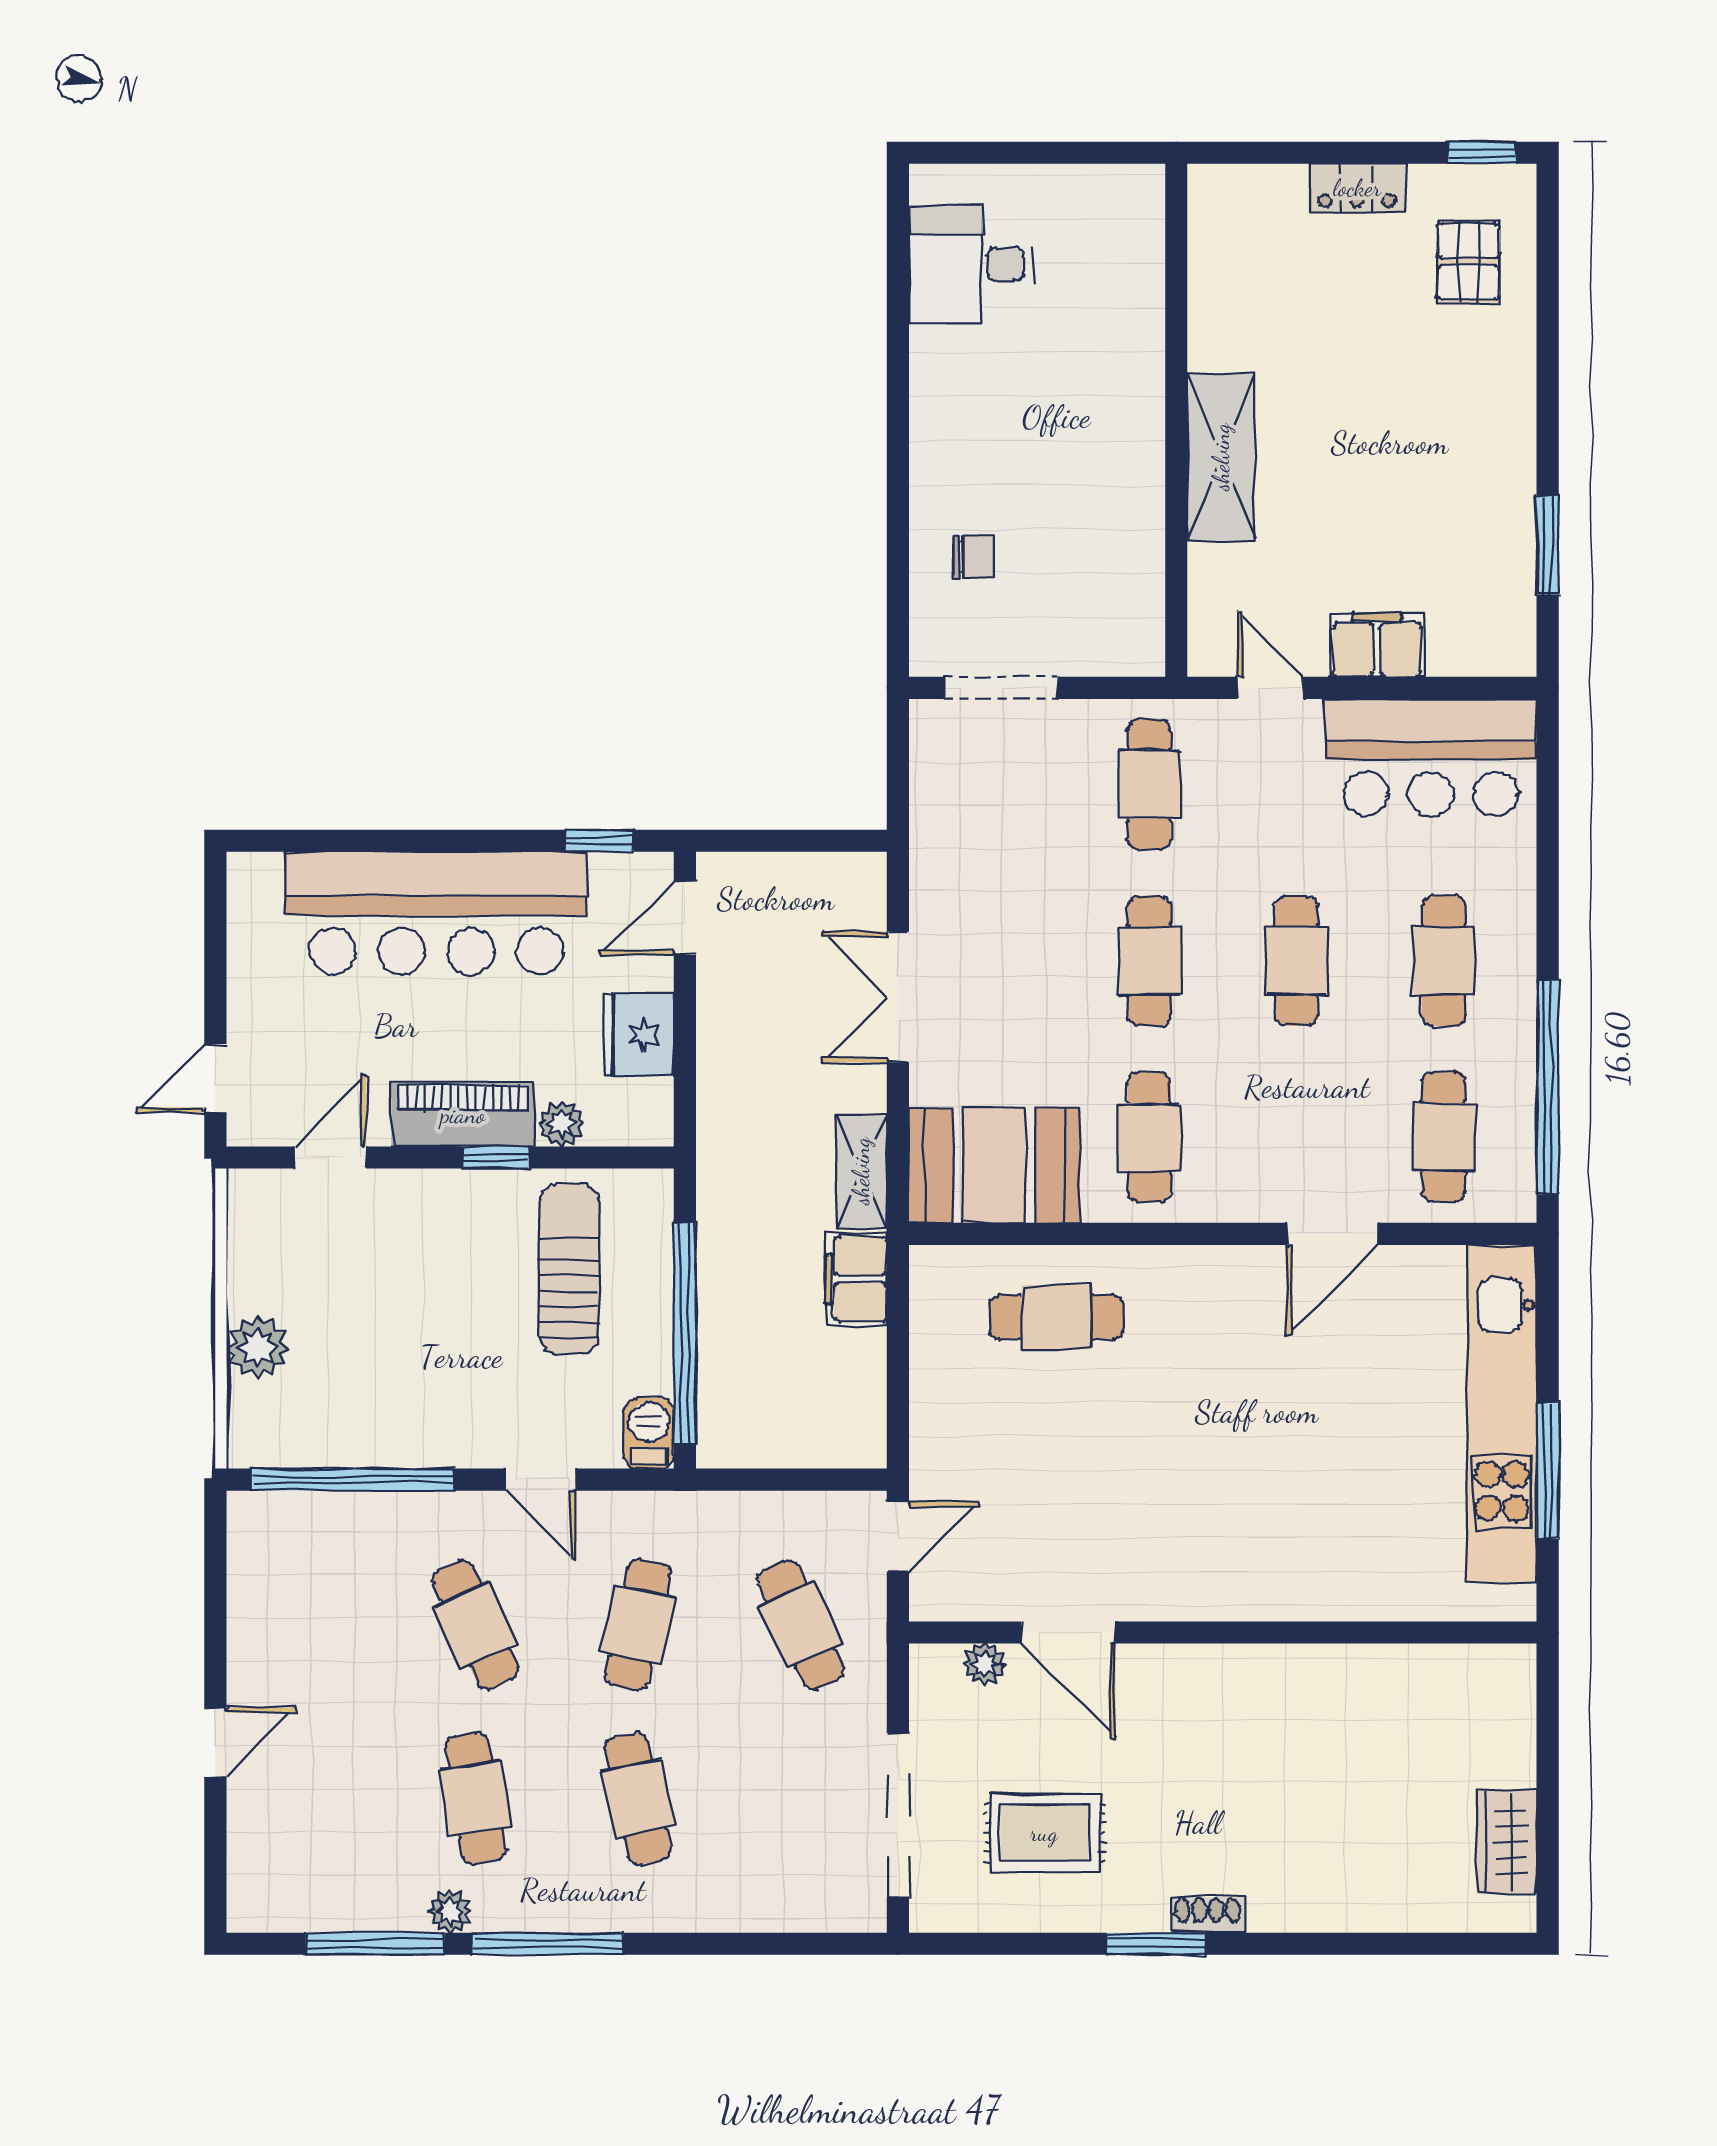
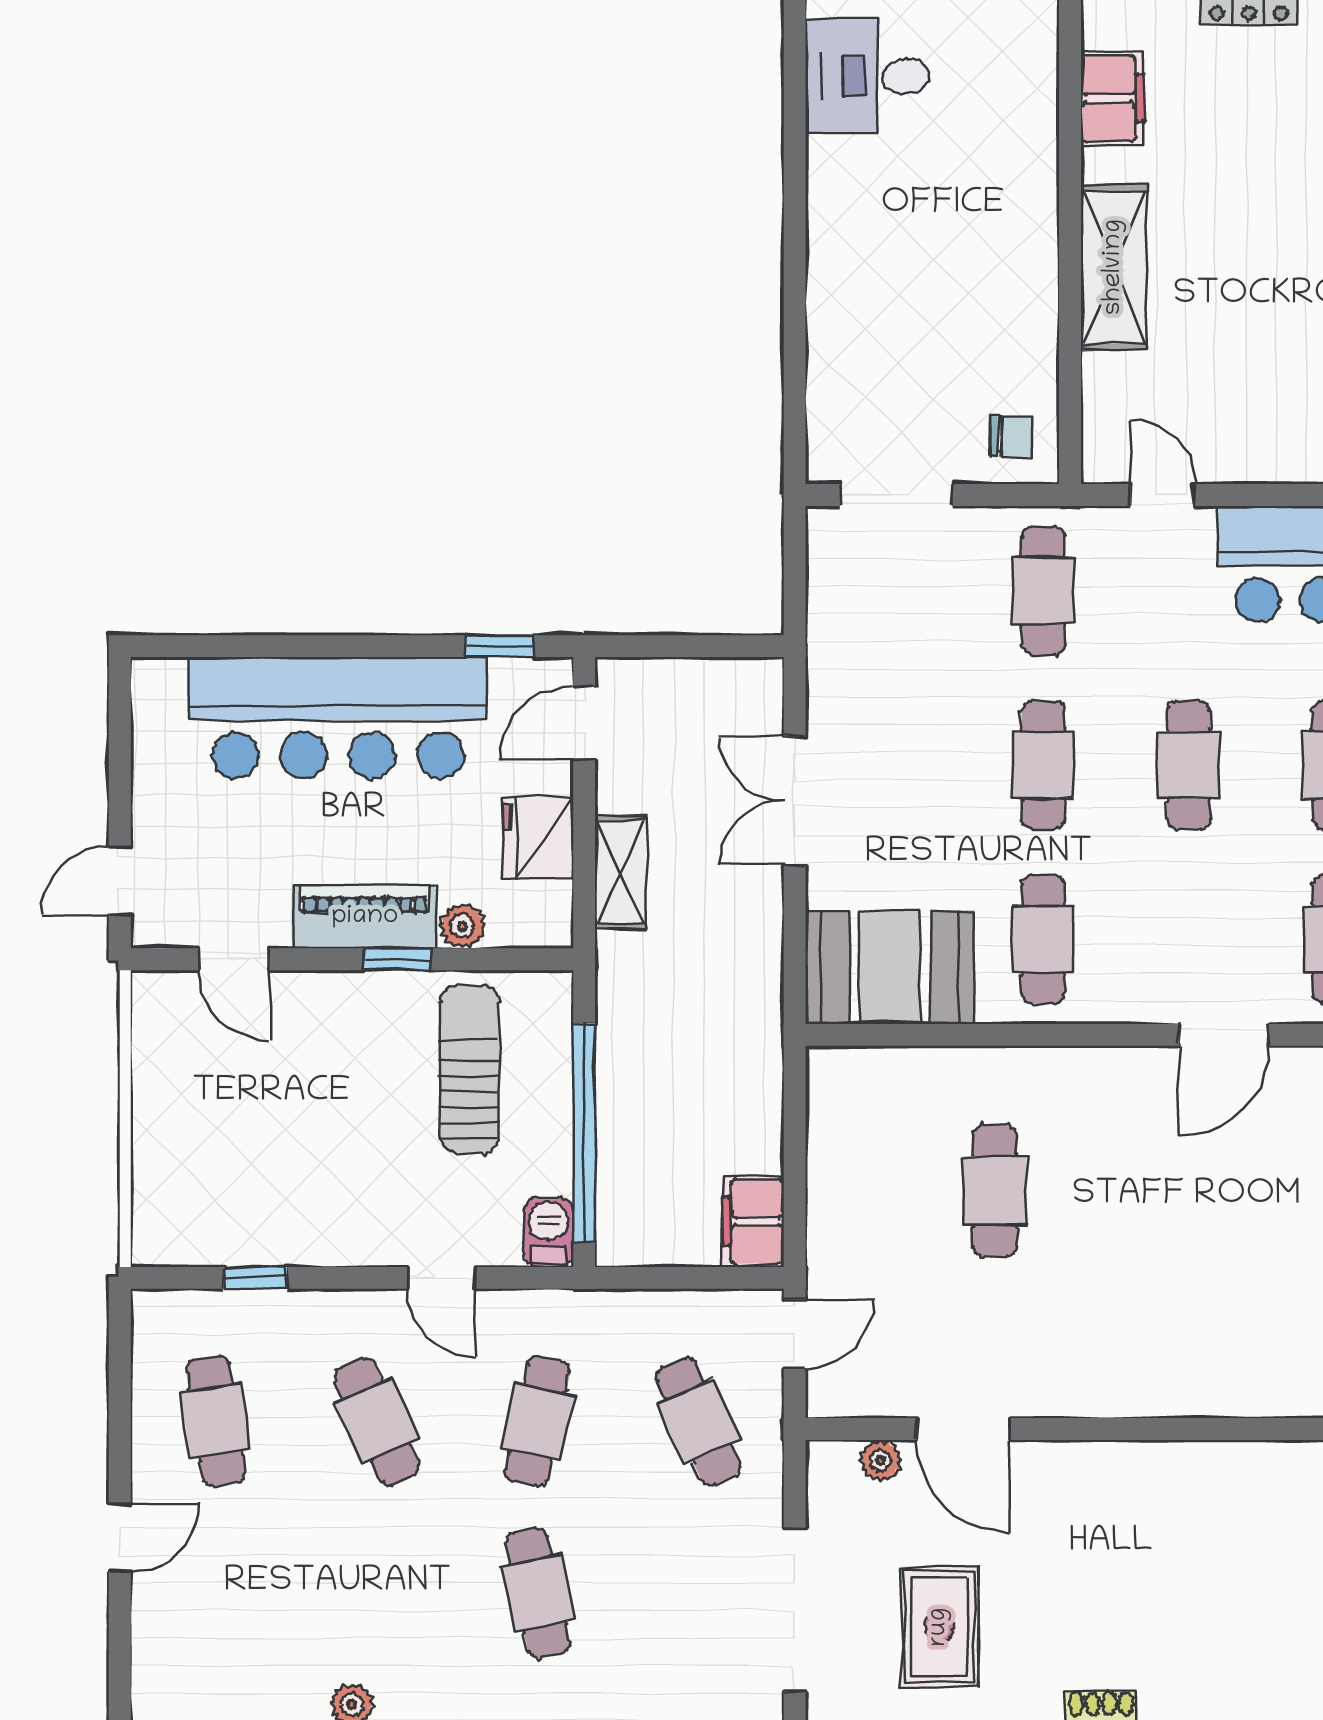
chair: (974, 557) -> (1012, 436), moved
filing cabinet: (1377, 645) -> (1112, 98), moved, turned 90
door: (330, 1157) -> (234, 959), swing flipped
shelving: (861, 1171) -> (620, 872), moved
filing cabinet: (856, 1279) -> (753, 1221), moved
cafe table: (1056, 1317) -> (995, 1191), moved, turned 90
plant: (258, 1348) -> (162, 1147), removed
window: (353, 1480) -> (255, 1278), width x0.32
cafe table: (475, 1799) -> (216, 1421), moved
rug: (1044, 1833) -> (939, 1627), turned 90

